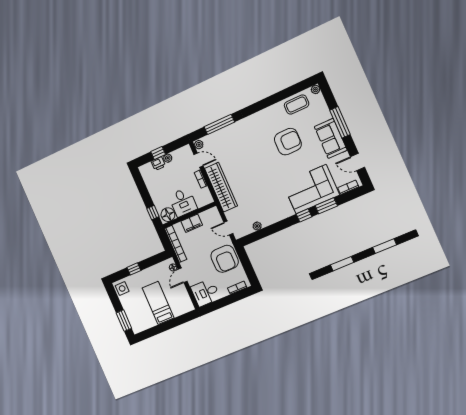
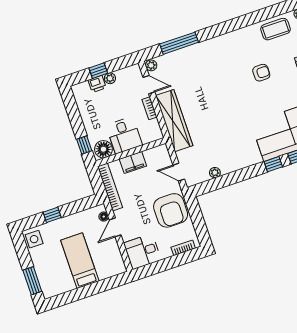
armchair: (288, 142) -> (261, 73), width x0.53, depth x0.53

